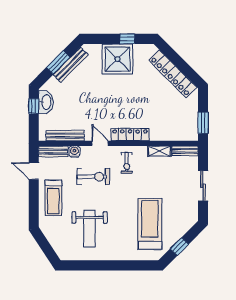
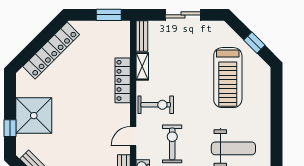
window: (127, 39) -> (10, 128), moved
locker: (130, 135) -> (123, 80), moved
exercise bike: (127, 163) -> (156, 105), width x1.38, depth x1.39
treadmill: (150, 224) -> (228, 78), turned -90

